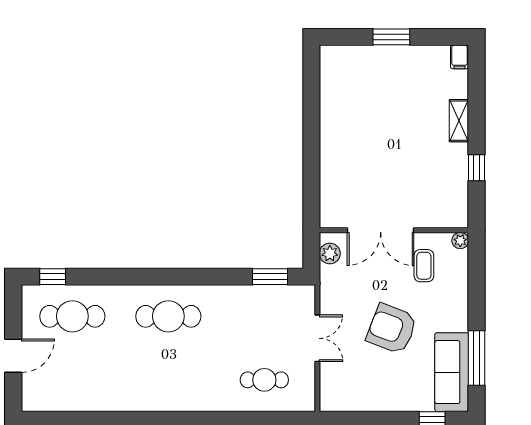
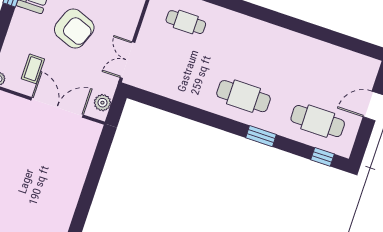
window: (270, 277) -> (261, 136), moved
double door: (317, 338) -> (127, 60), moved

